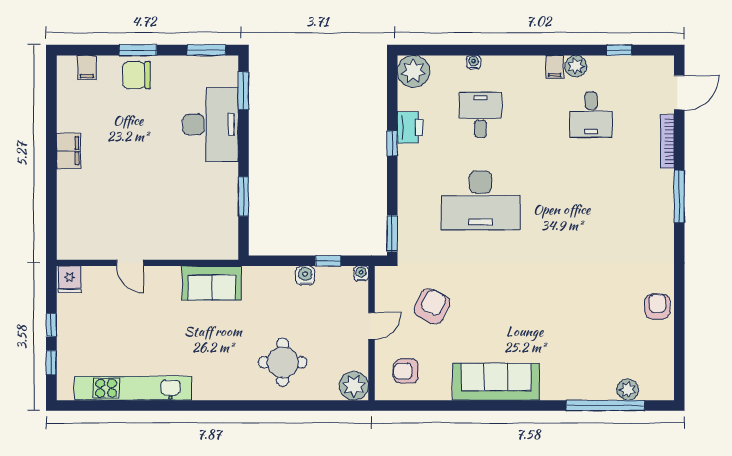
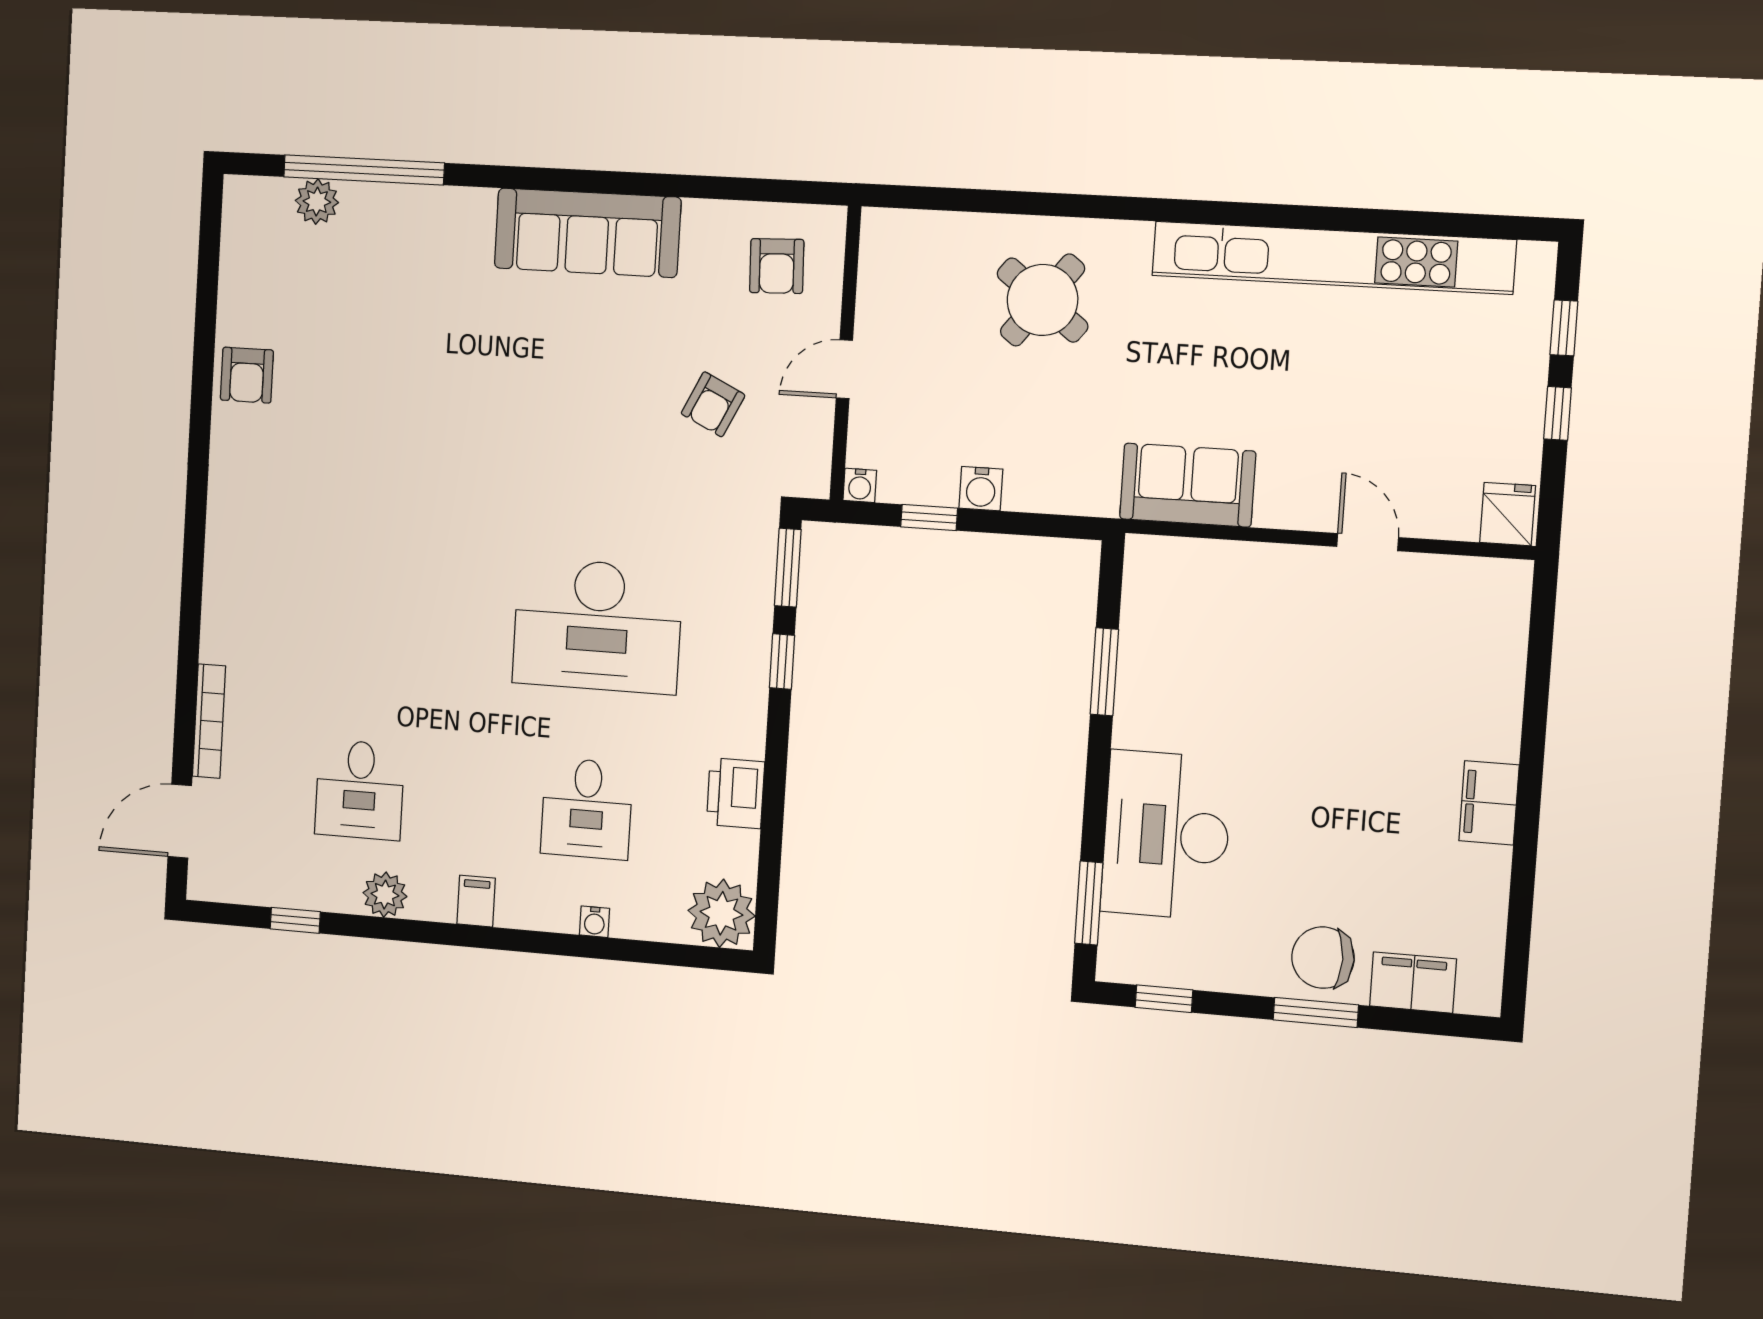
window: (206, 50) -> (1164, 999), width x0.67
filing cabinet: (555, 67) -> (476, 901), moved
filing cabinet: (87, 68) -> (1413, 982), width x2.00
chair: (137, 75) -> (1323, 958), turned 180
desk: (591, 115) -> (360, 790), turned 180
window: (392, 143) -> (782, 662), moved
window: (679, 196) -> (191, 604), removed
desk: (480, 200) -> (597, 626), turned 180
armchair: (432, 306) -> (713, 404), width x0.72, depth x0.72
round table: (283, 362) -> (1043, 300), turned 38
armchair: (406, 371) -> (777, 266), turned 88
plant: (354, 386) -> (891, 240), removed
kitchen unit: (133, 388) -> (1333, 258), width x1.36

